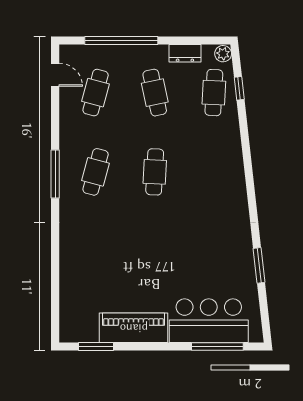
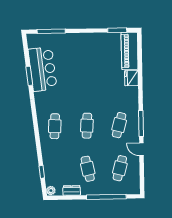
door: (55, 75) -> (141, 149), moved
cafe table: (214, 93) -> (55, 126), moved
fridge: (71, 258) -> (131, 78), added
bar counter: (209, 321) -> (43, 69), moved, turned -96
piano: (134, 328) -> (130, 51), moved, turned 90

